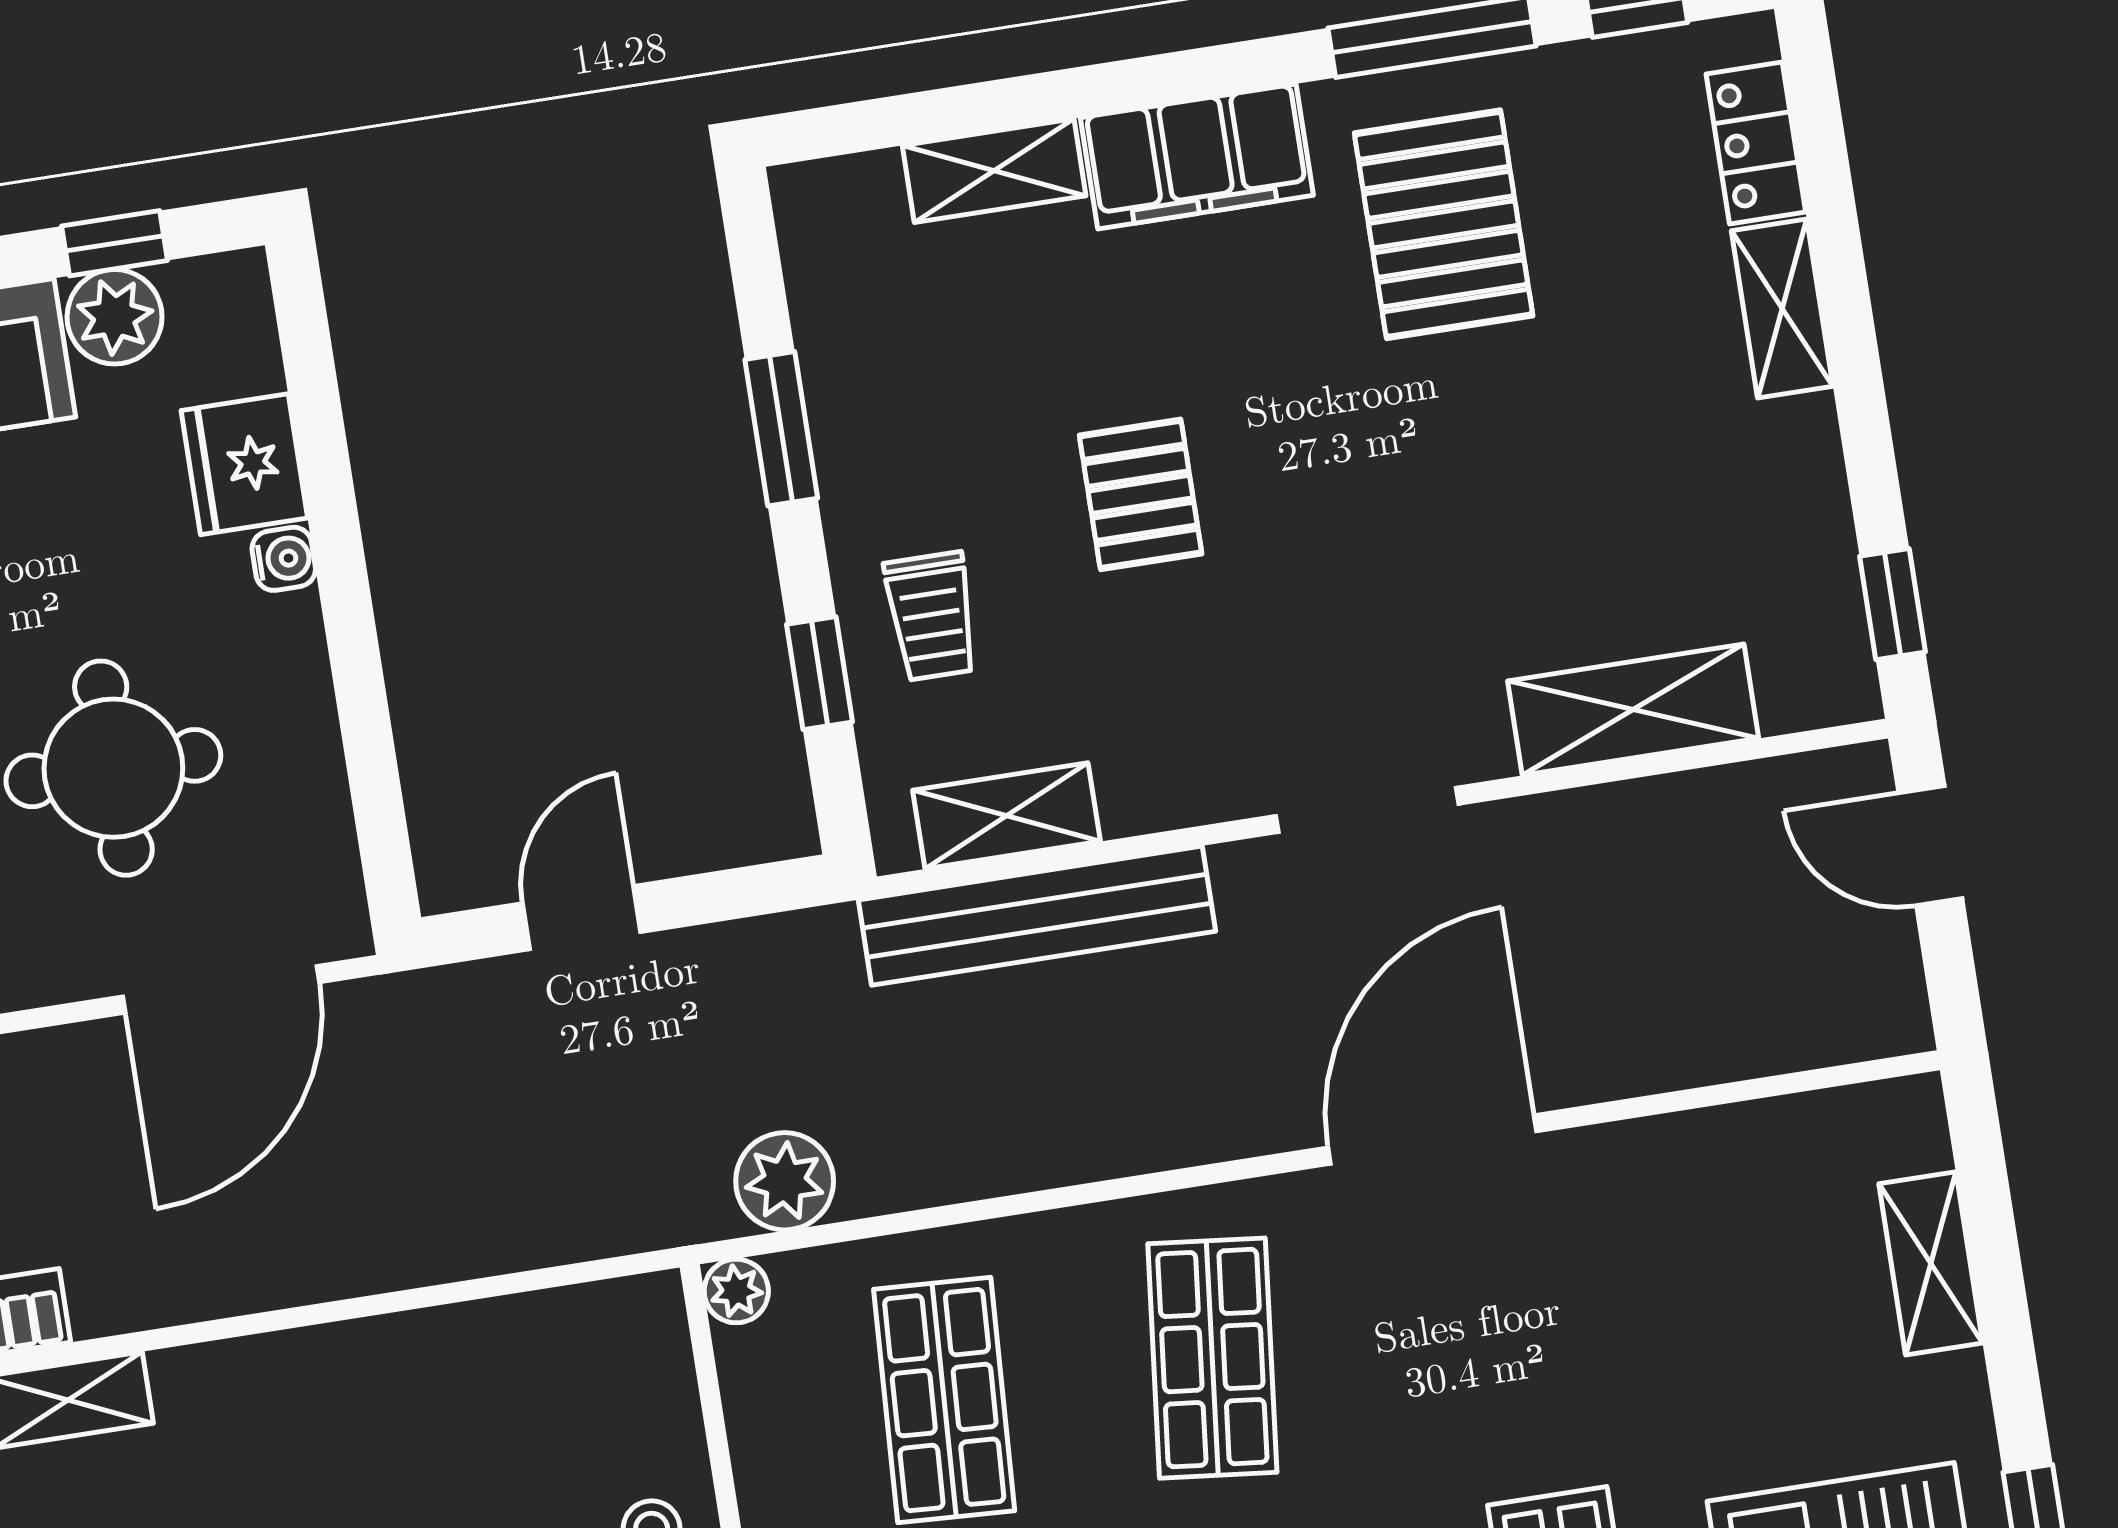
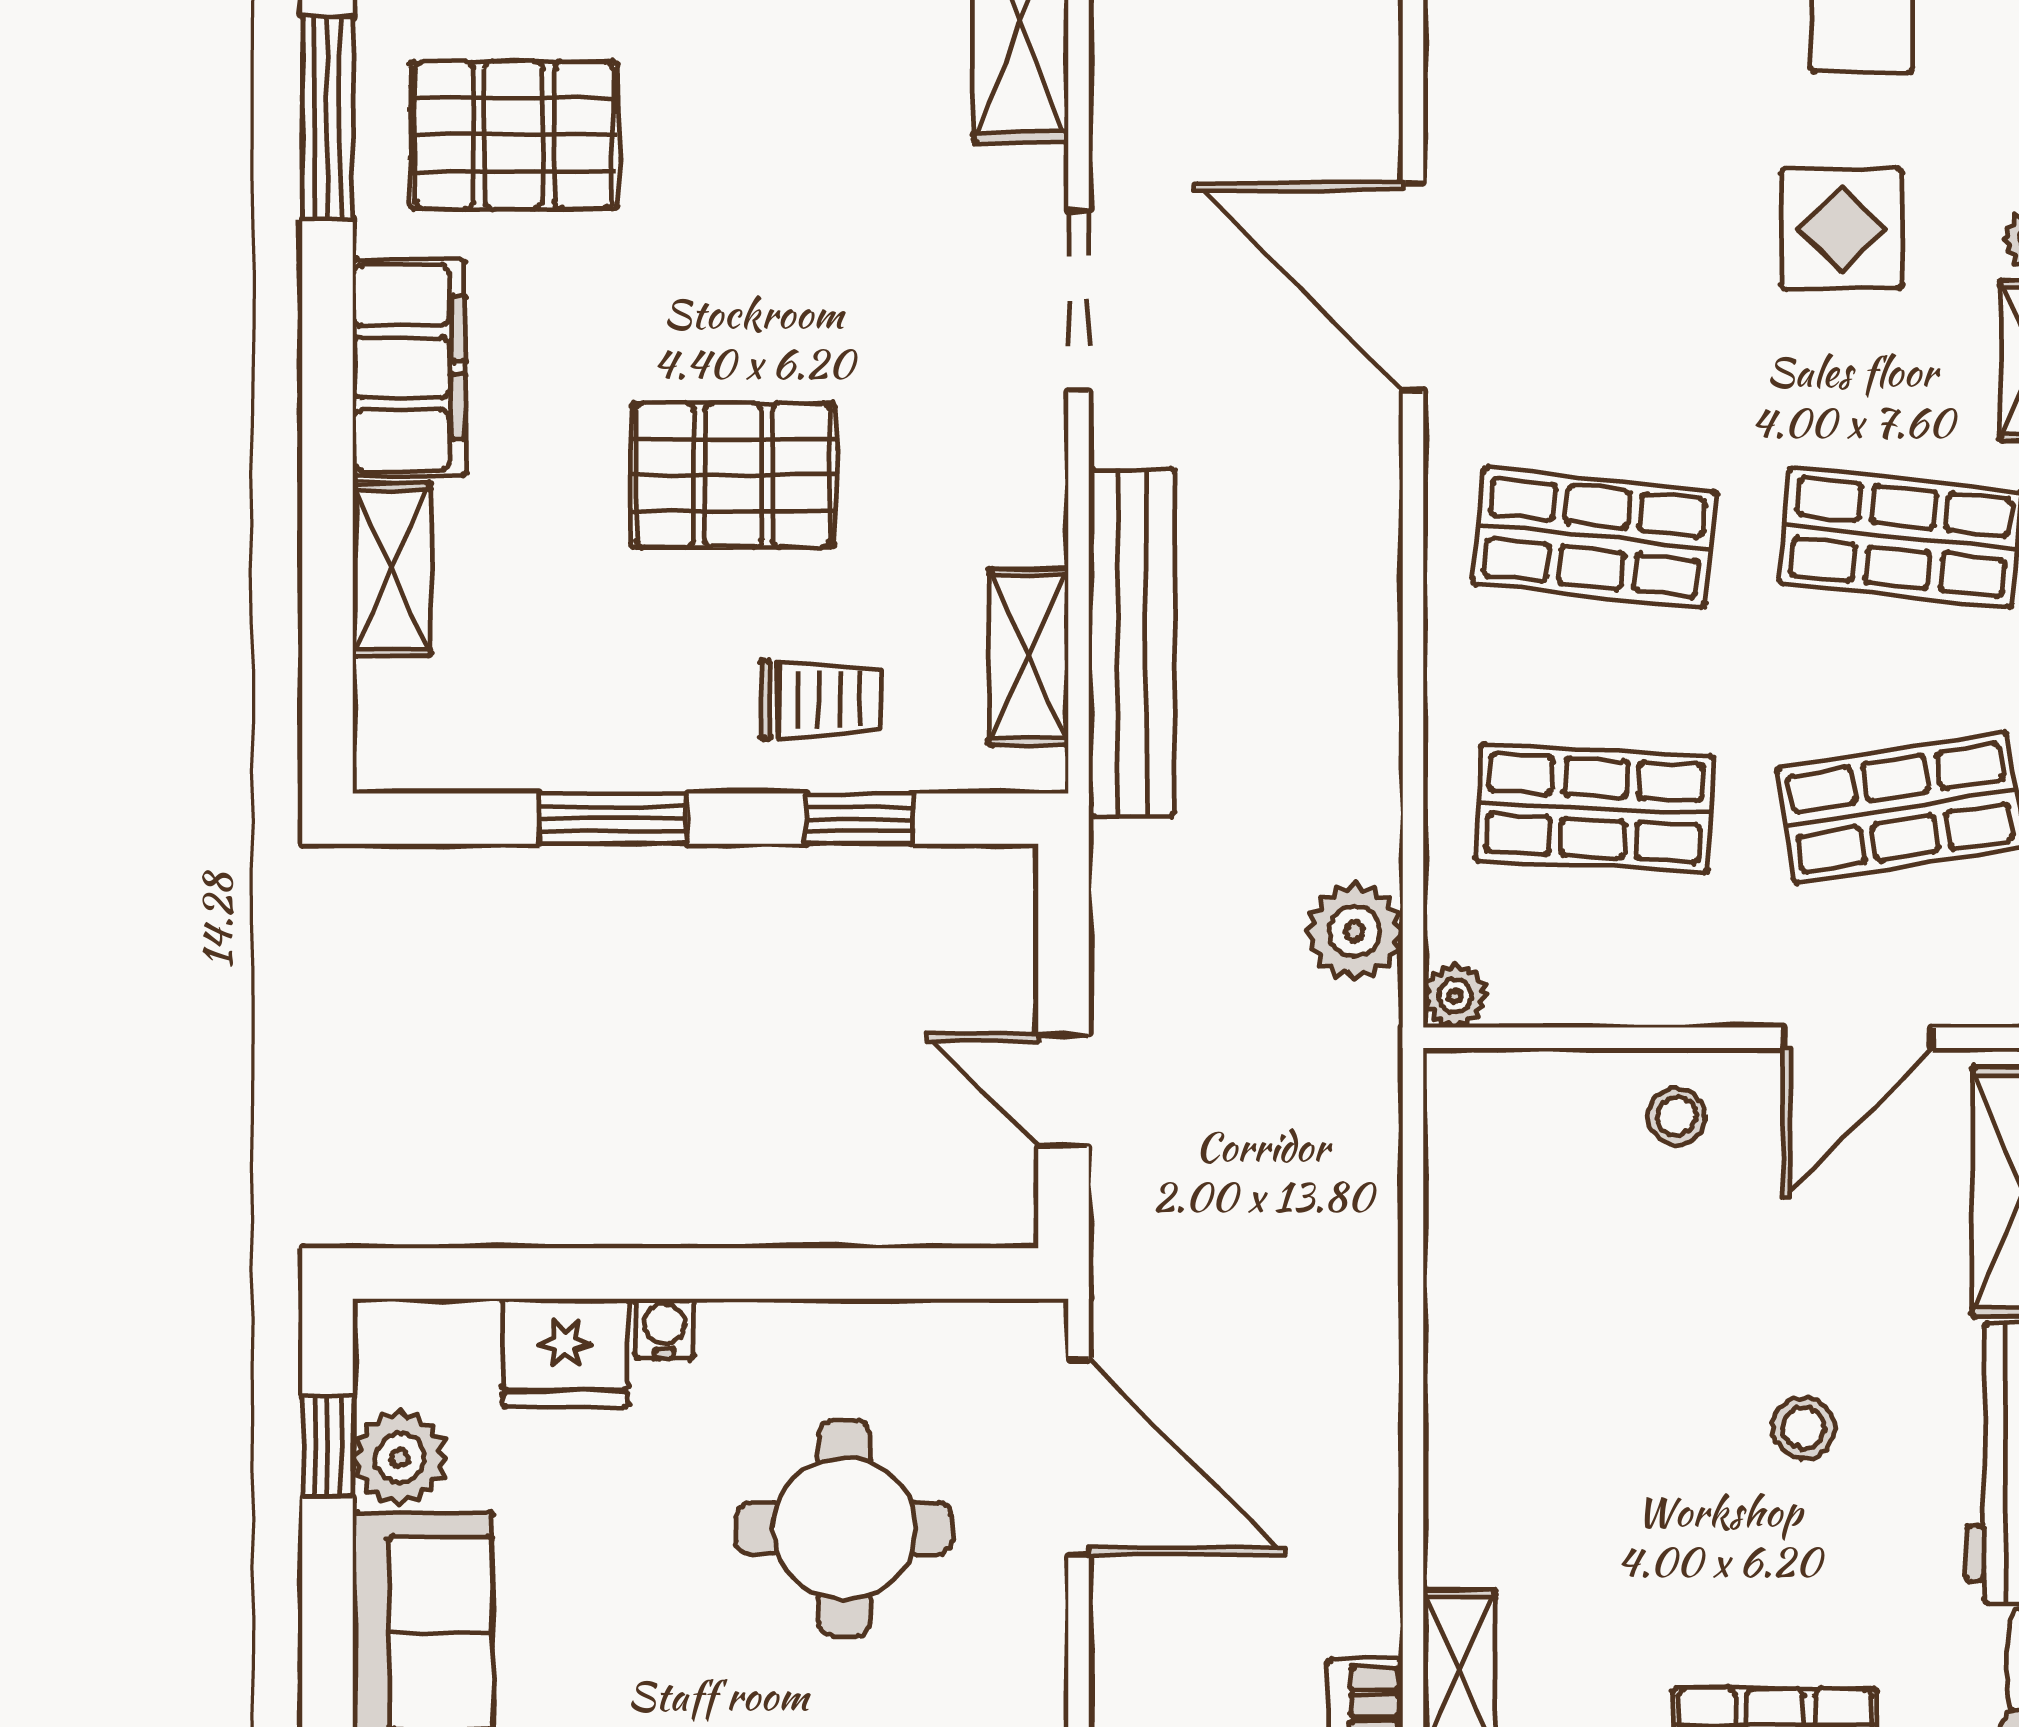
pallet: (1141, 494) -> (733, 475), width x1.50, depth x1.42

